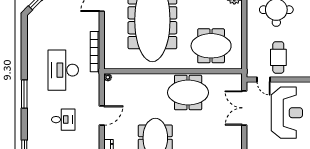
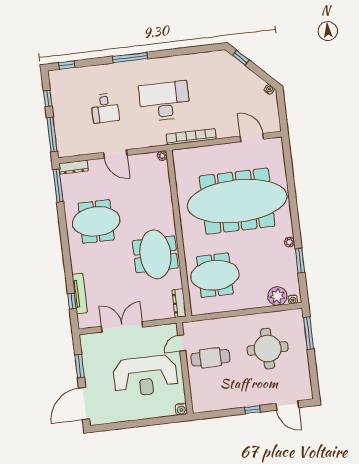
meeting table: (211, 46) -> (215, 275), turned 90
dresser: (230, 78) -> (179, 303), added
double door: (244, 108) -> (122, 327), moved

